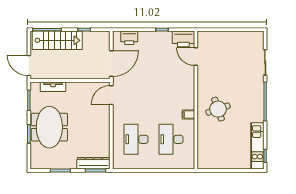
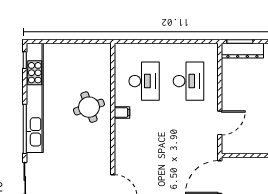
door: (111, 95) -> (220, 123), moved
round table: (218, 109) -> (89, 107), moved
kitchen unit: (257, 146) -> (35, 98), width x1.86

